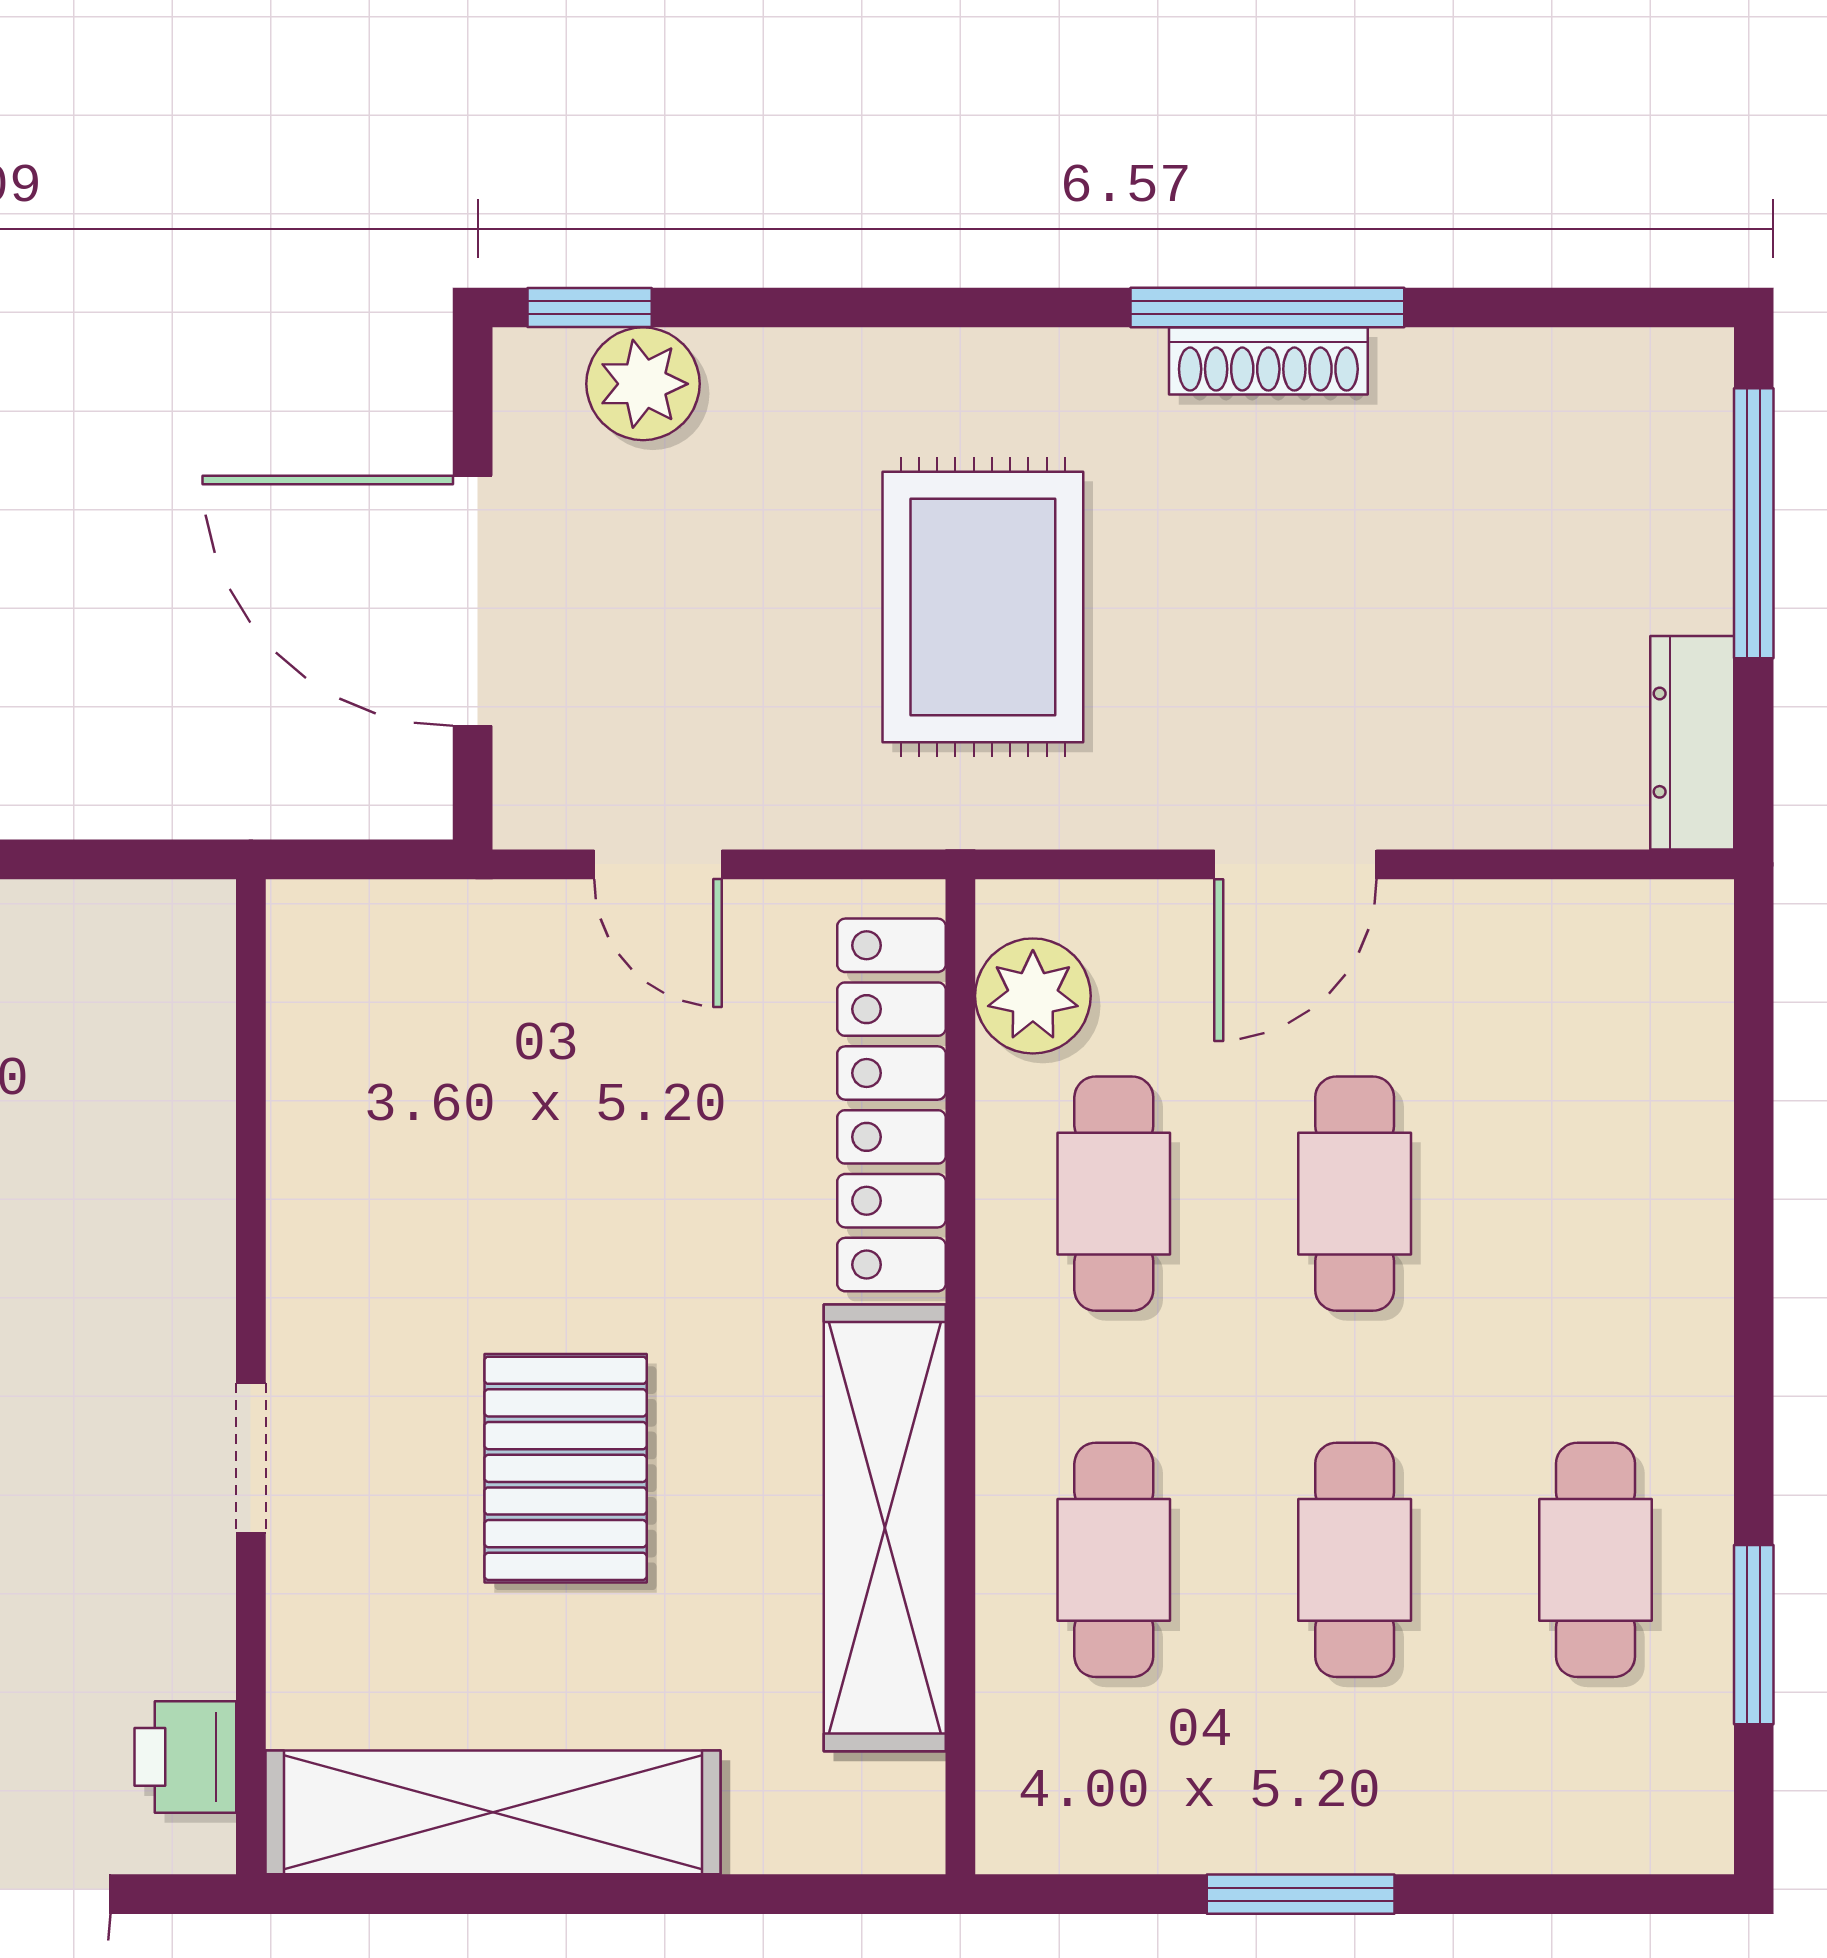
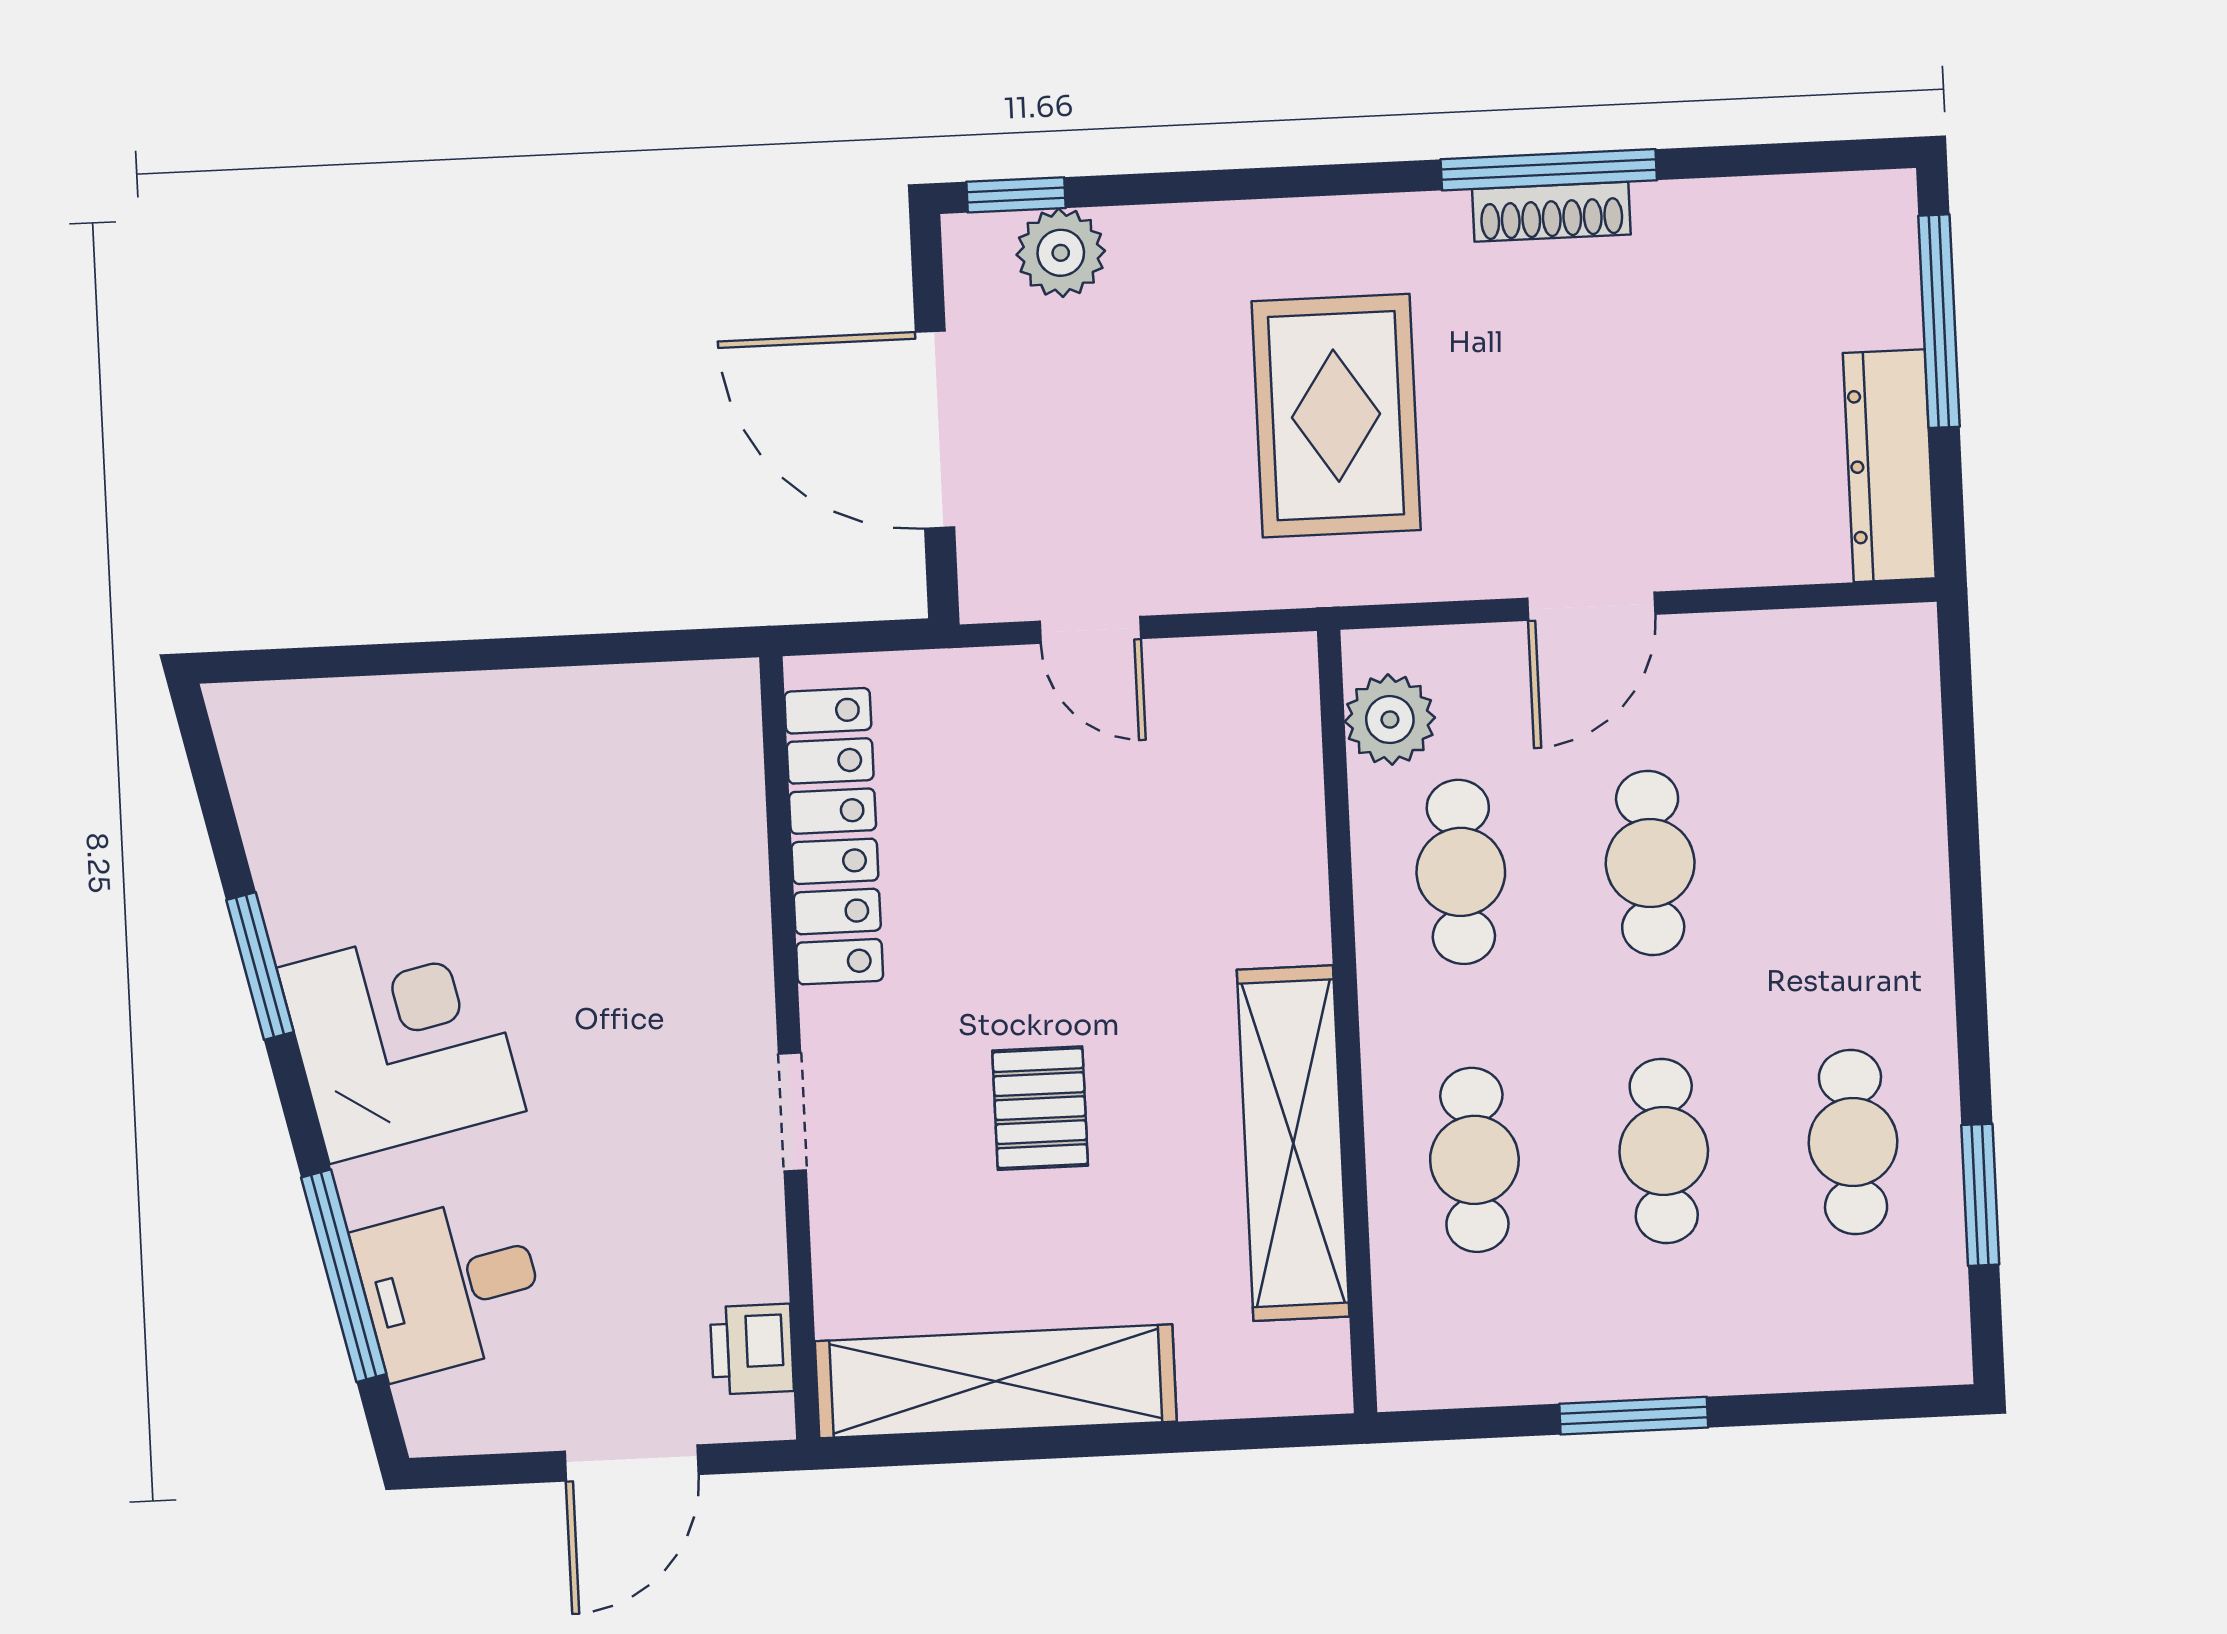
dresser: (1692, 743) -> (1889, 466), width x1.37, depth x1.24
locker: (891, 1105) -> (834, 836), moved, turned 180
pallet: (566, 1468) -> (1040, 1108), width x0.67, depth x0.71

